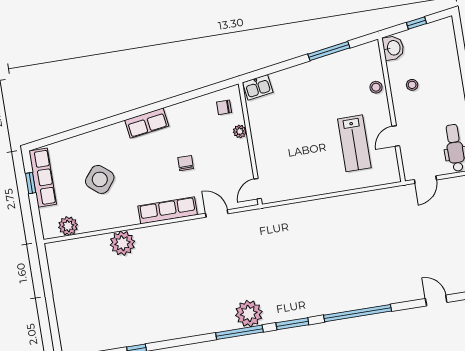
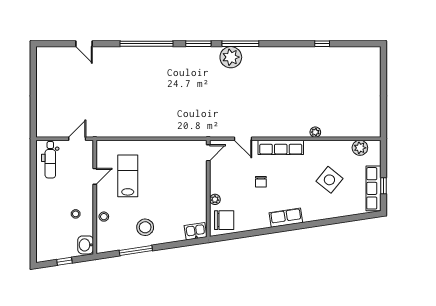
stool: (322, 82) -> (145, 227), added
chair: (224, 107) -> (224, 220), width x1.87, depth x1.87
plant: (122, 243) -> (315, 132), width x0.53, depth x0.53

